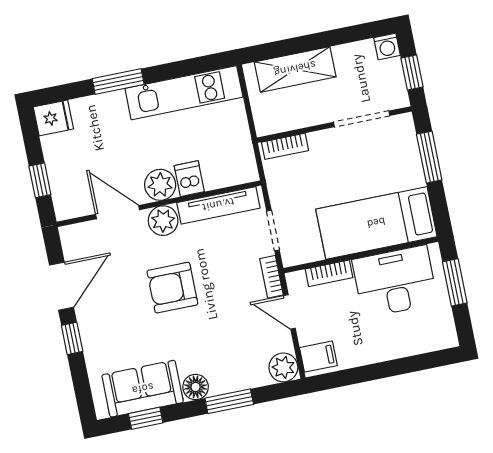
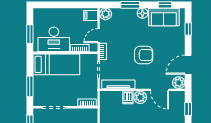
plant: (163, 221) -> (179, 83), moved
door: (289, 312) -> (99, 36), swing flipped
window: (72, 338) -> (188, 29), moved

